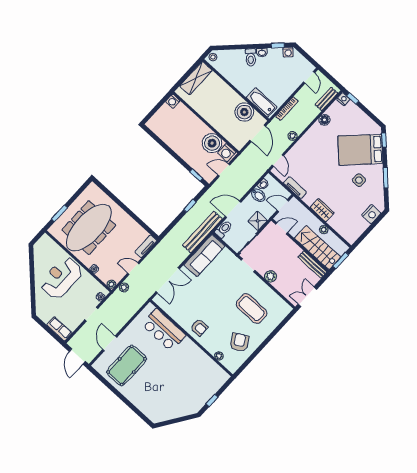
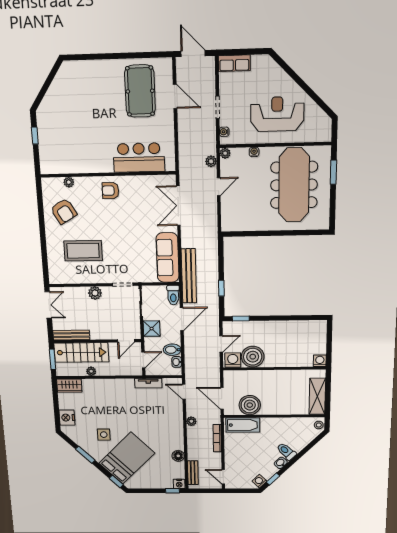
wardrobe: (322, 210) -> (69, 386), moved
tv unit: (146, 246) -> (226, 217), removed
reception desk: (61, 278) -> (277, 114), turned -90

